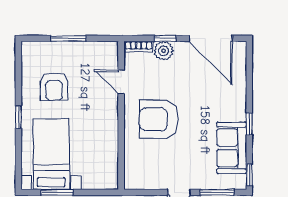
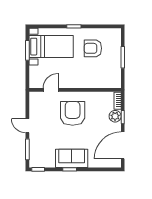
door: (121, 82) -> (51, 90), moved
sofa: (232, 148) -> (72, 158), moved

